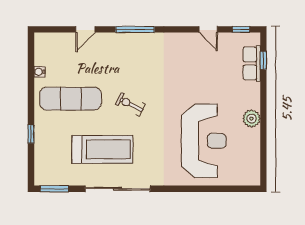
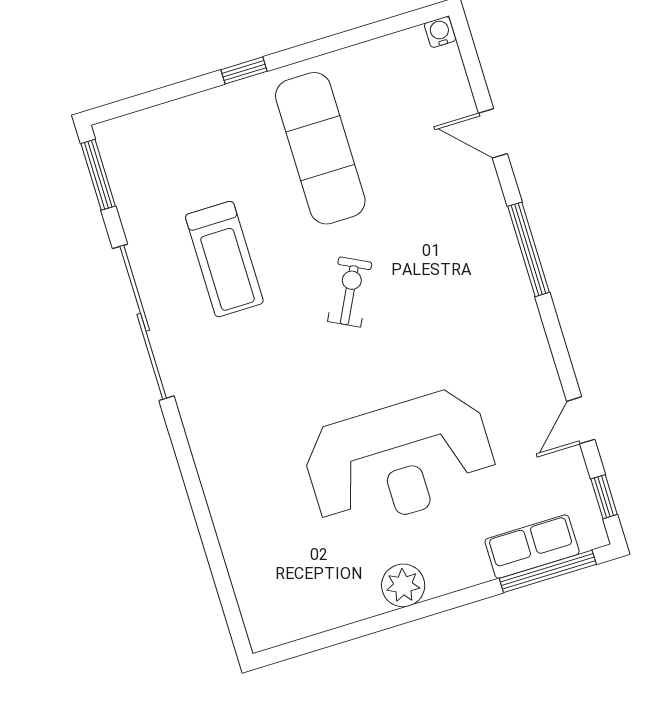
window: (263, 60) -> (548, 571), width x2.17
water cooler: (39, 72) -> (440, 32), moved
window: (31, 134) -> (244, 70), moved
reception desk: (204, 141) -> (399, 460), moved
treadmill: (102, 149) -> (224, 259), width x0.73, depth x0.73

